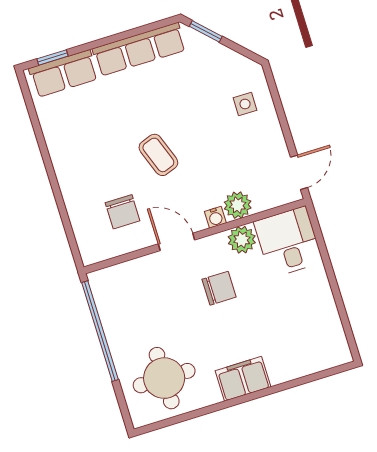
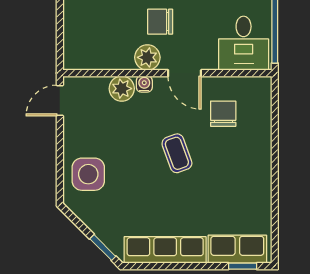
side table: (245, 104) -> (88, 174), width x1.87, depth x1.87
plant: (242, 240) -> (147, 57), moved
desk: (288, 242) -> (244, 43), moved

